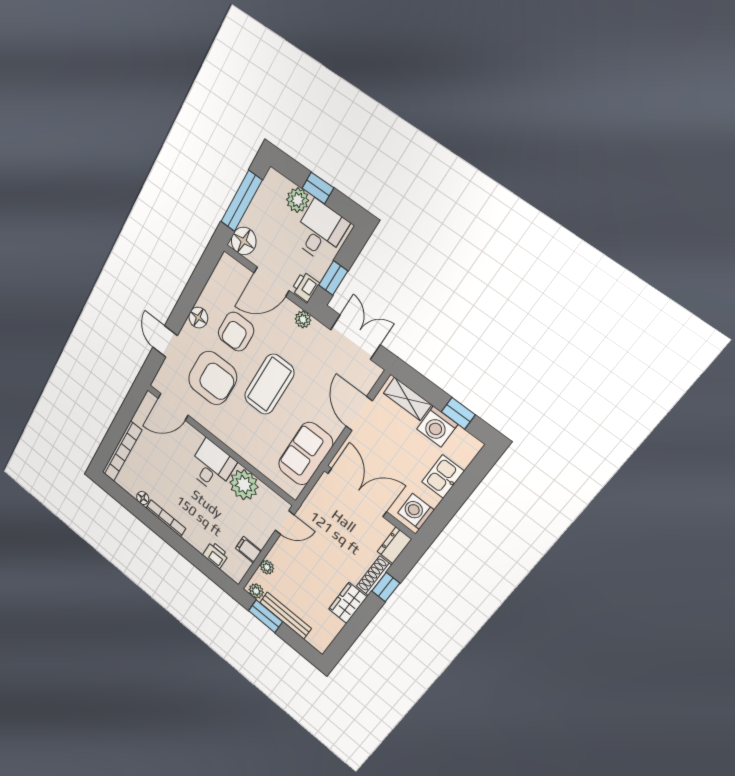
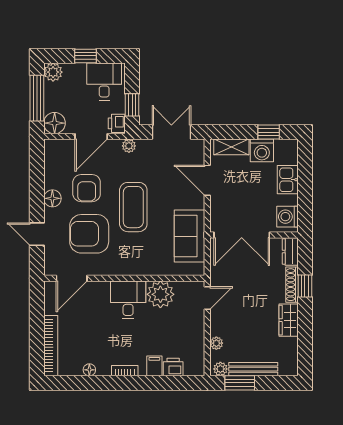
plant: (298, 200) -> (53, 72), moved
armchair: (213, 378) -> (89, 234), turned 180
double door: (357, 492) -> (242, 235), swing flipped
bookcase: (166, 518) -> (125, 371), width x0.64
filing cabinet: (248, 550) -> (154, 366), moved, turned 90

